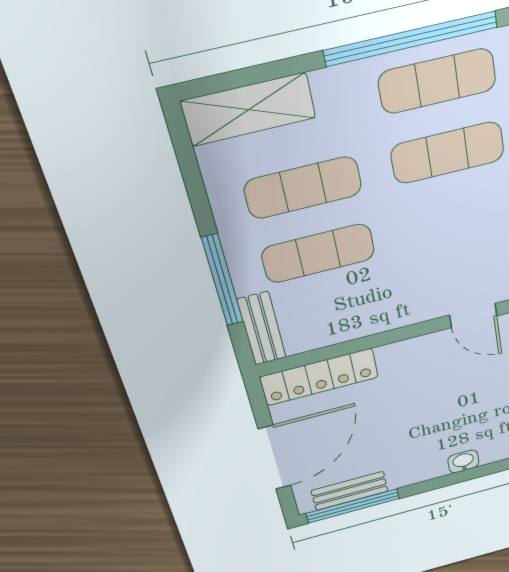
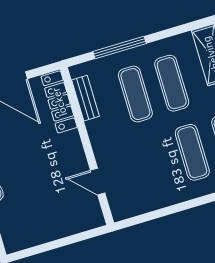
door: (473, 315) -> (98, 182), hinge flipped
bench: (262, 329) -> (85, 98), moved, turned 90

